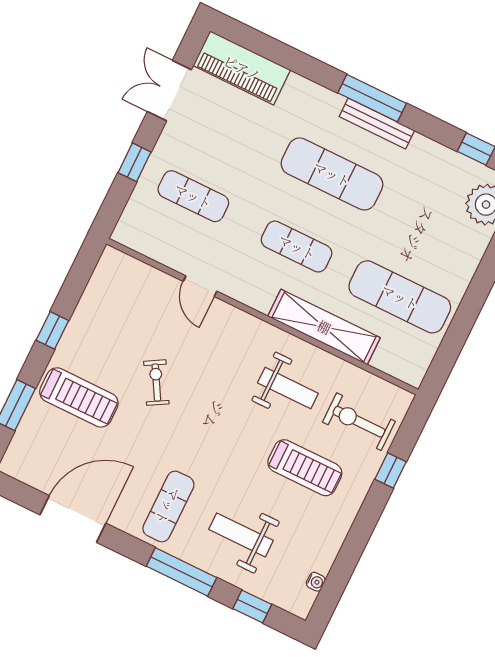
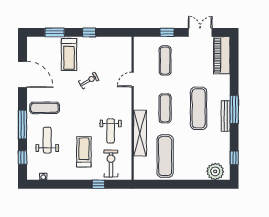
treadmill: (305, 468) -> (84, 152), turned 180

